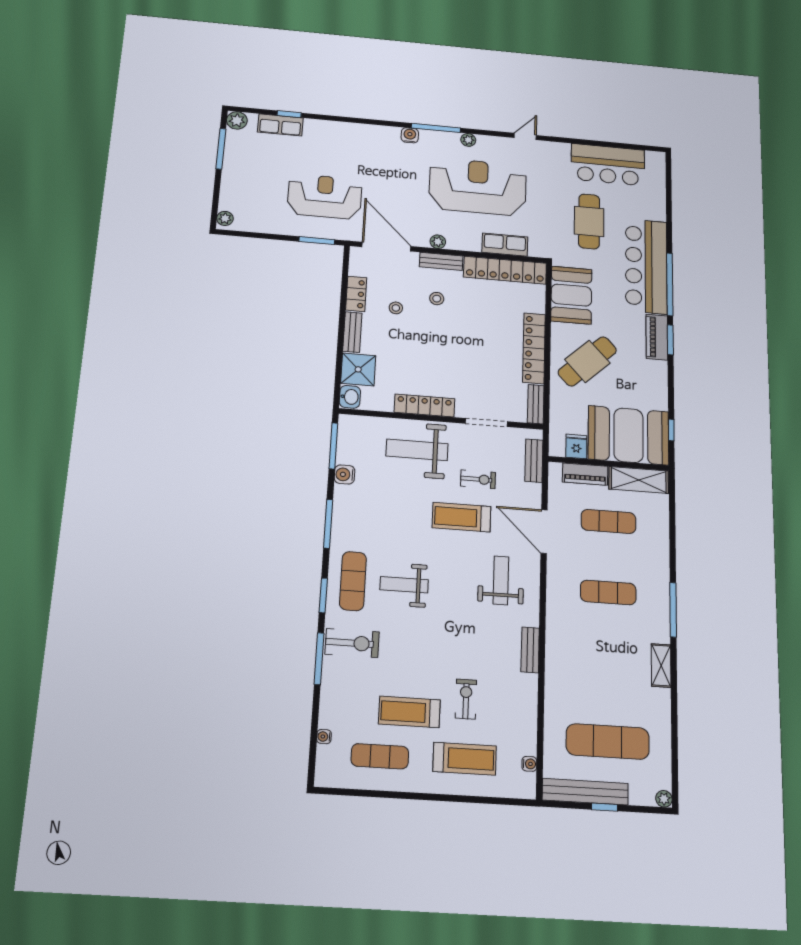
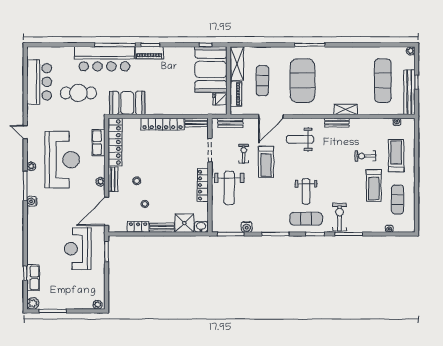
reception desk: (478, 187) -> (62, 160), turned 180
cafe table: (587, 361) -> (168, 93), removed
exercise mat: (608, 592) -> (303, 81), width x2.00, depth x1.45
shelving: (661, 665) -> (346, 109), moved

